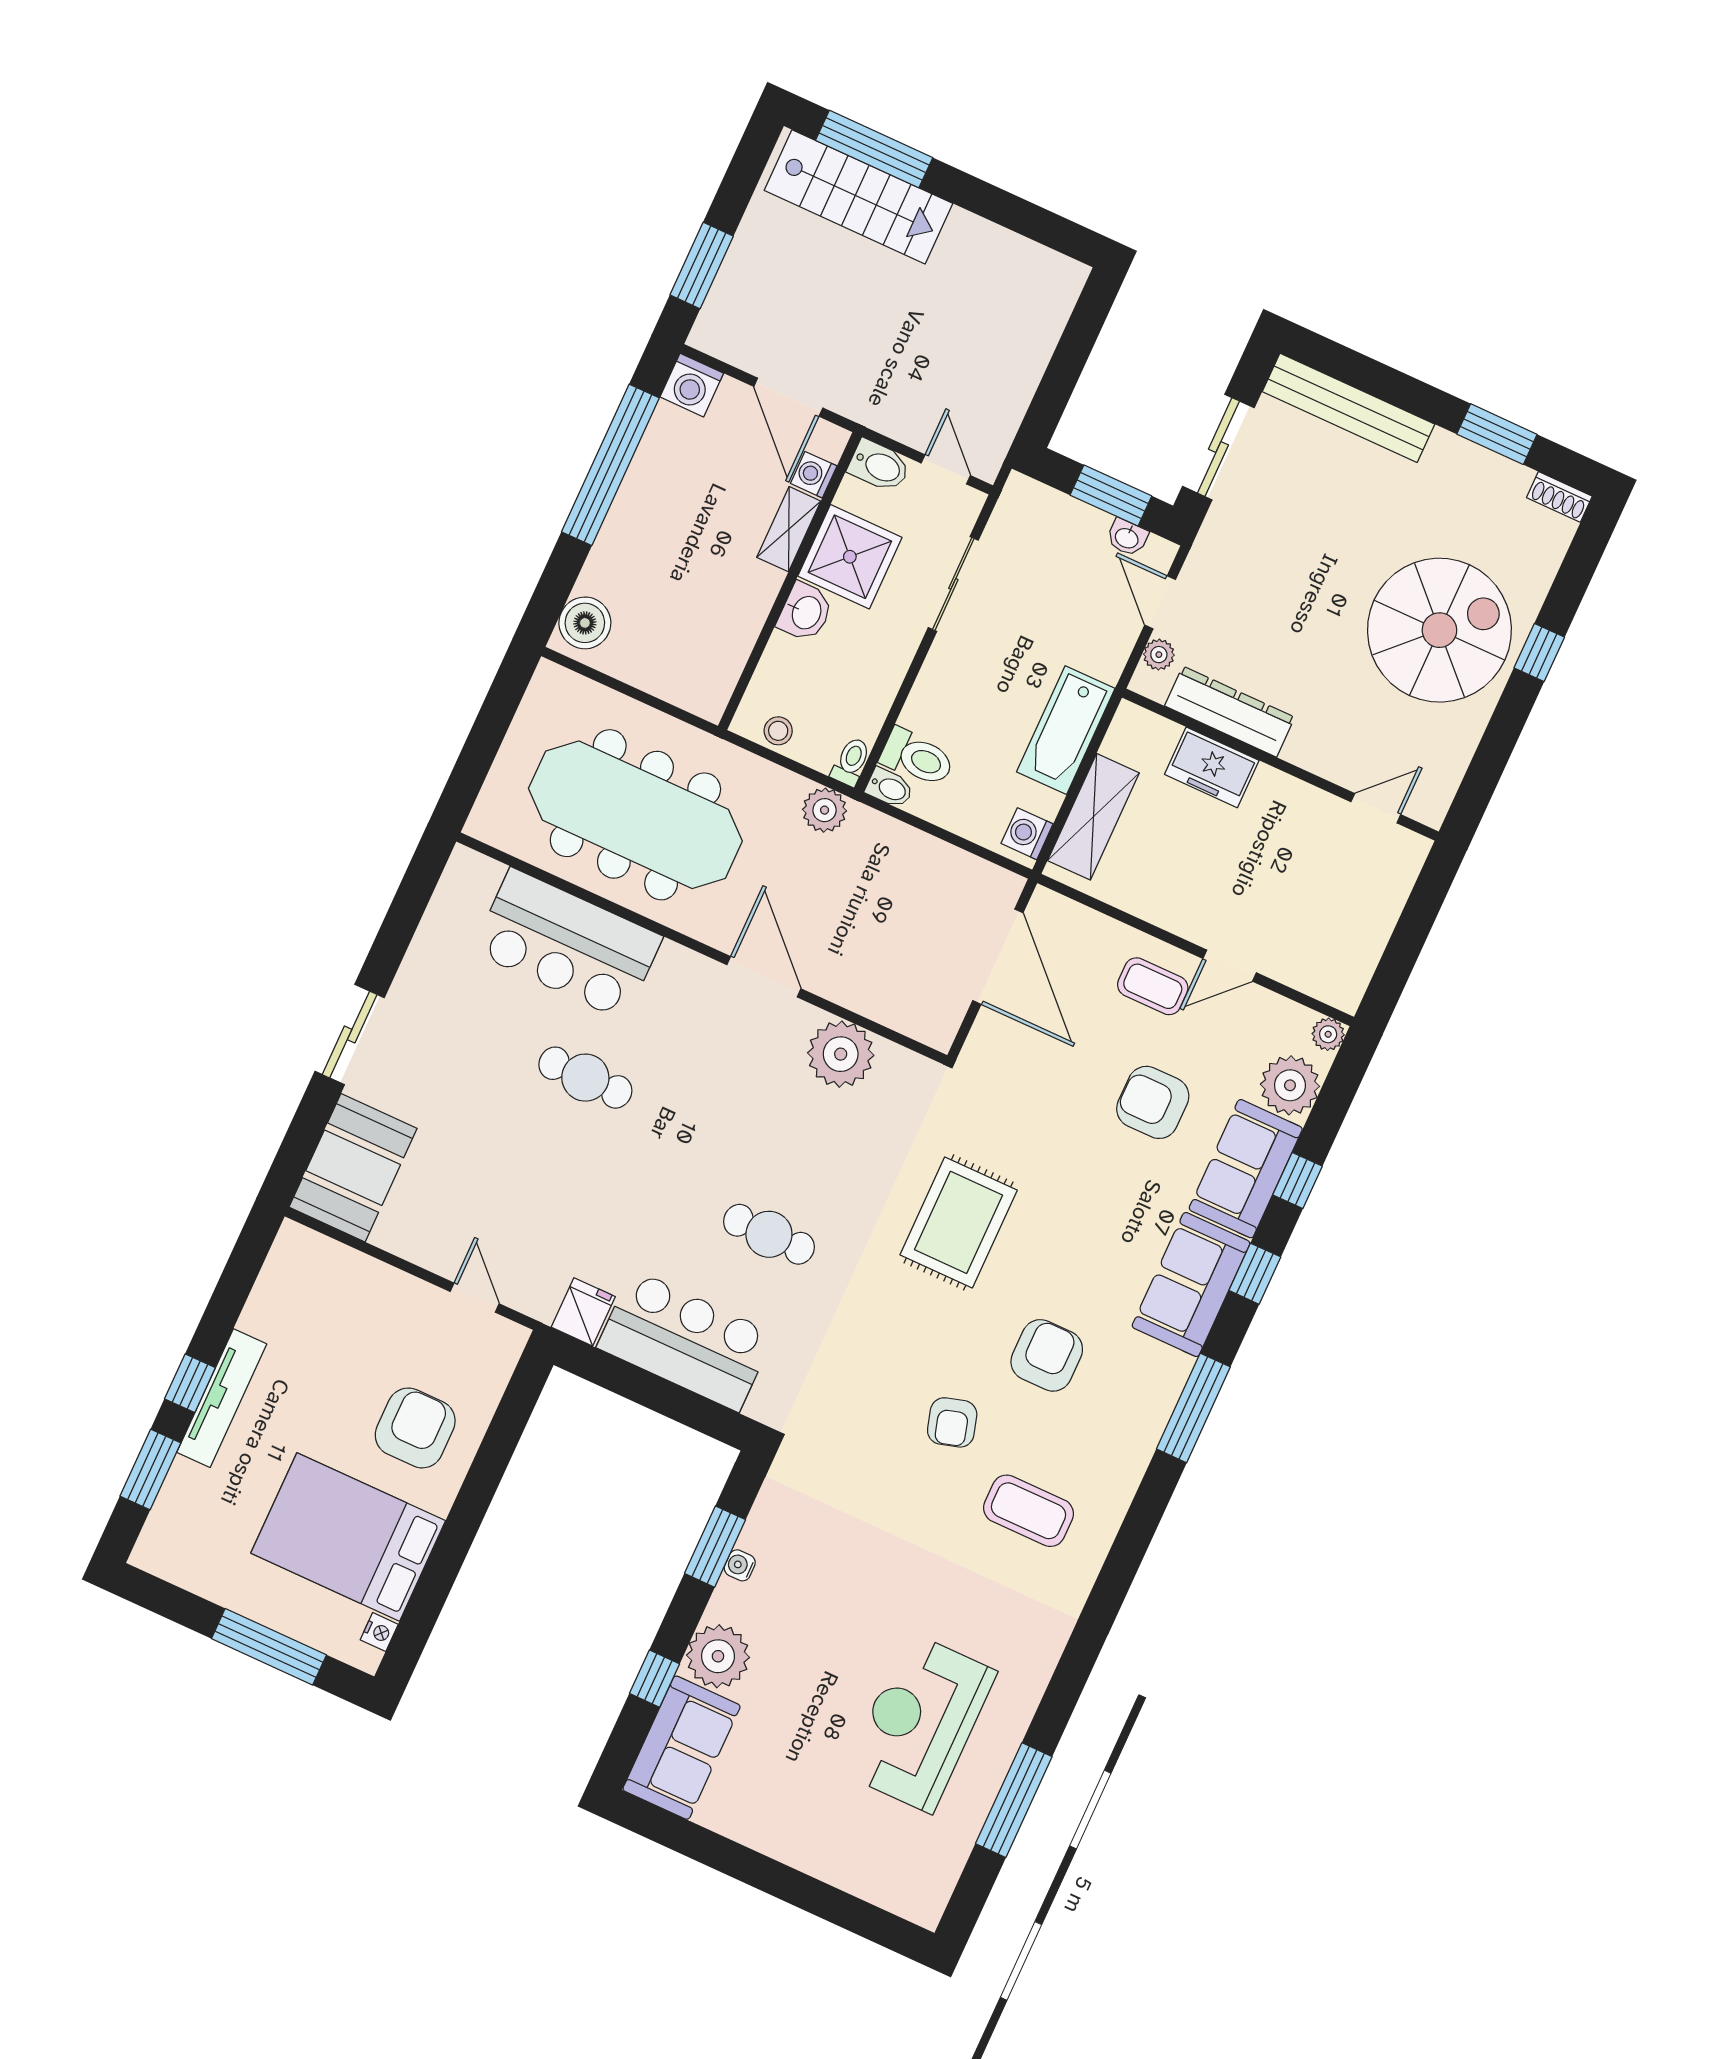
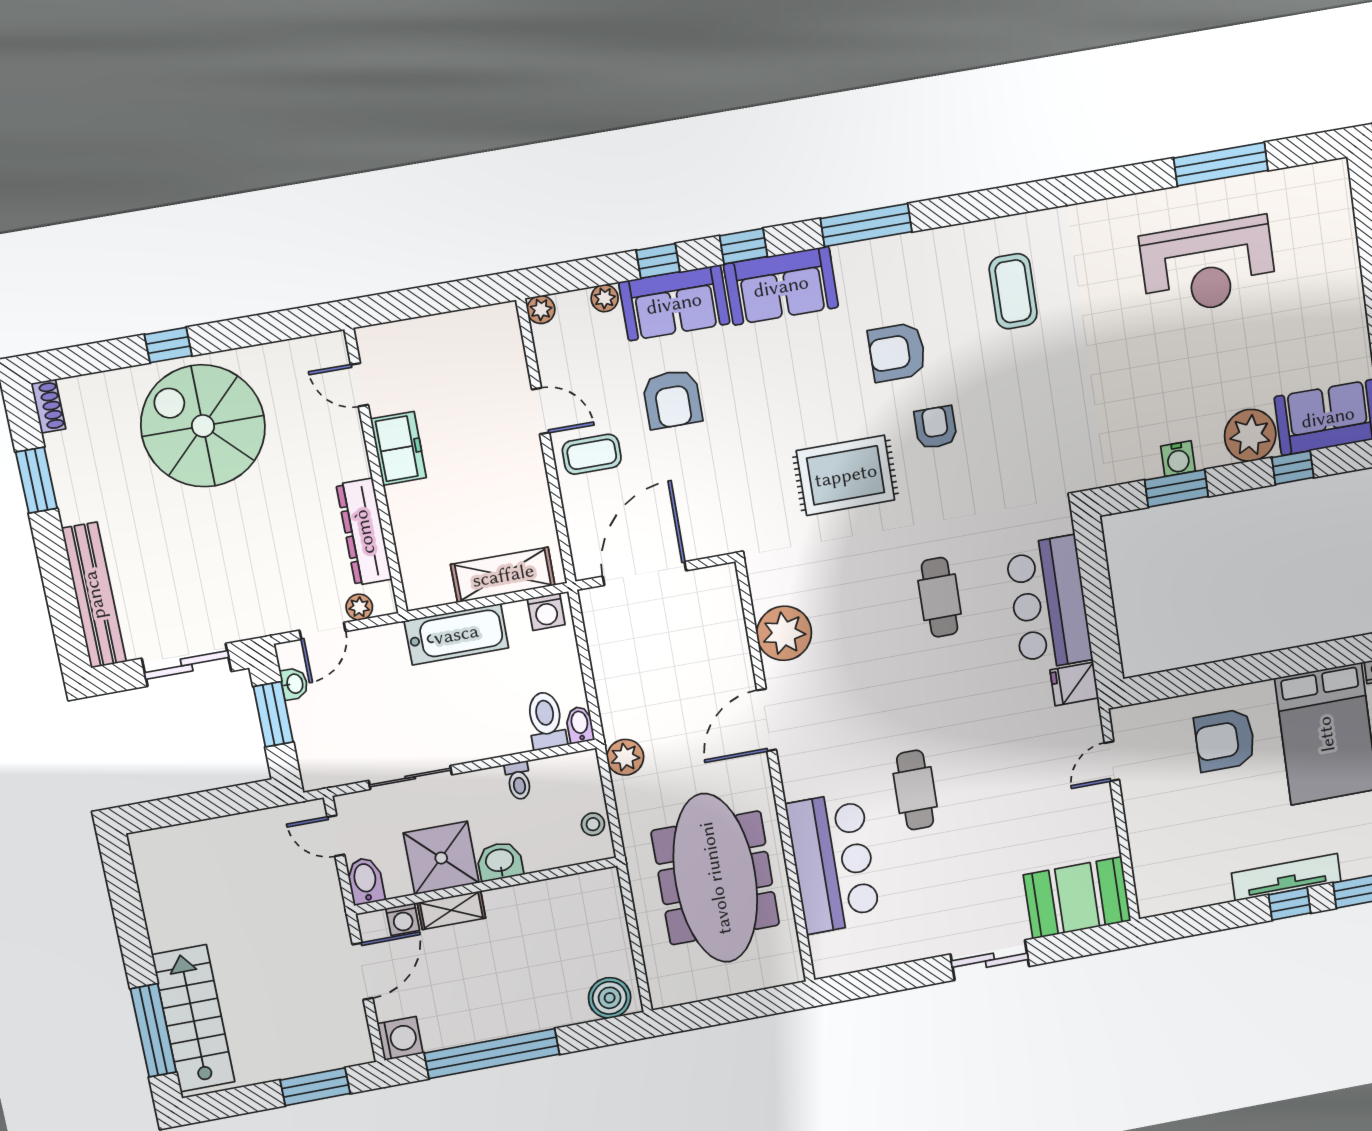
door: (946, 469) -> (336, 836), hinge flipped
toilet: (851, 762) -> (519, 781), moved, turned -90
freezer: (1212, 767) -> (398, 448), moved
coffee table: (1153, 986) -> (592, 454), turned 90
plant: (1290, 1085) -> (605, 298), width x0.53, depth x0.53
armchair: (952, 1422) -> (936, 427), moved, turned -74
water cooler: (740, 1565) -> (1178, 459), width x1.38, depth x1.38

